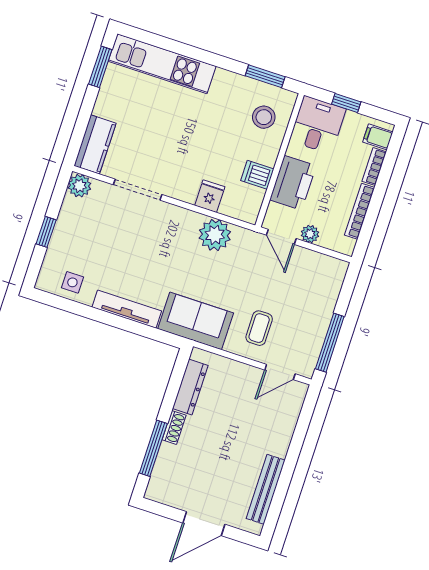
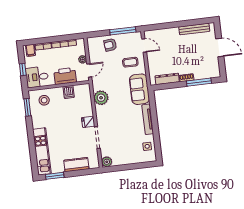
kitchen counter: (95, 144) -> (76, 165), moved
fridge: (210, 196) -> (88, 122), moved
window: (46, 232) -> (132, 167), removed
armchair: (313, 304) -> (110, 45), added

